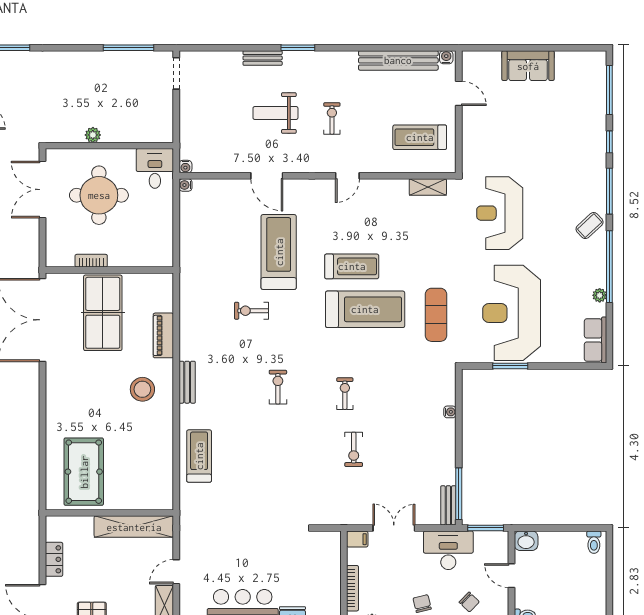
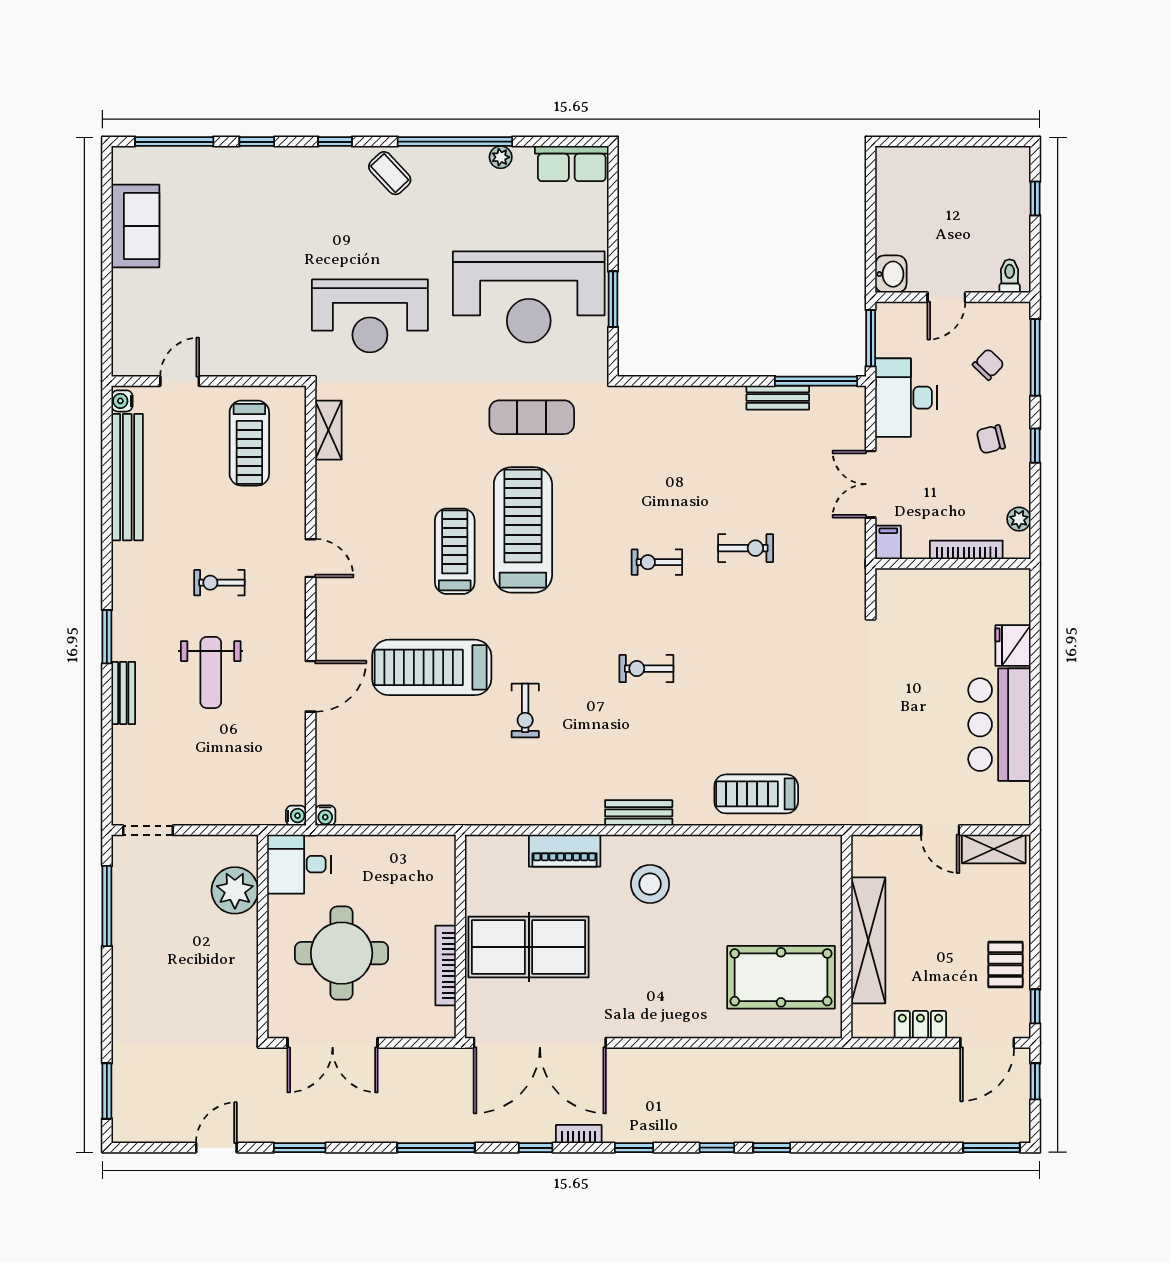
sofa: (528, 66) -> (135, 226), moved
plant: (93, 135) -> (235, 890), moved, width x1.87, depth x1.87
window: (609, 191) -> (335, 142), width x0.46
bookcase: (91, 261) -> (446, 965), width x1.56
water cooler: (450, 412) -> (686, 395), removed
bench: (448, 505) -> (778, 398), moved
shelving: (134, 527) -> (868, 940), moved
toilet: (594, 542) -> (893, 166), removed

